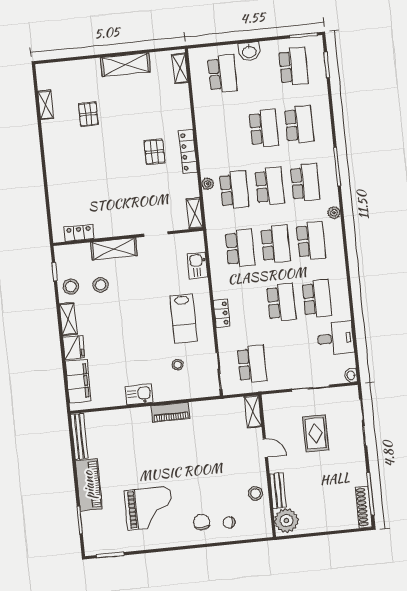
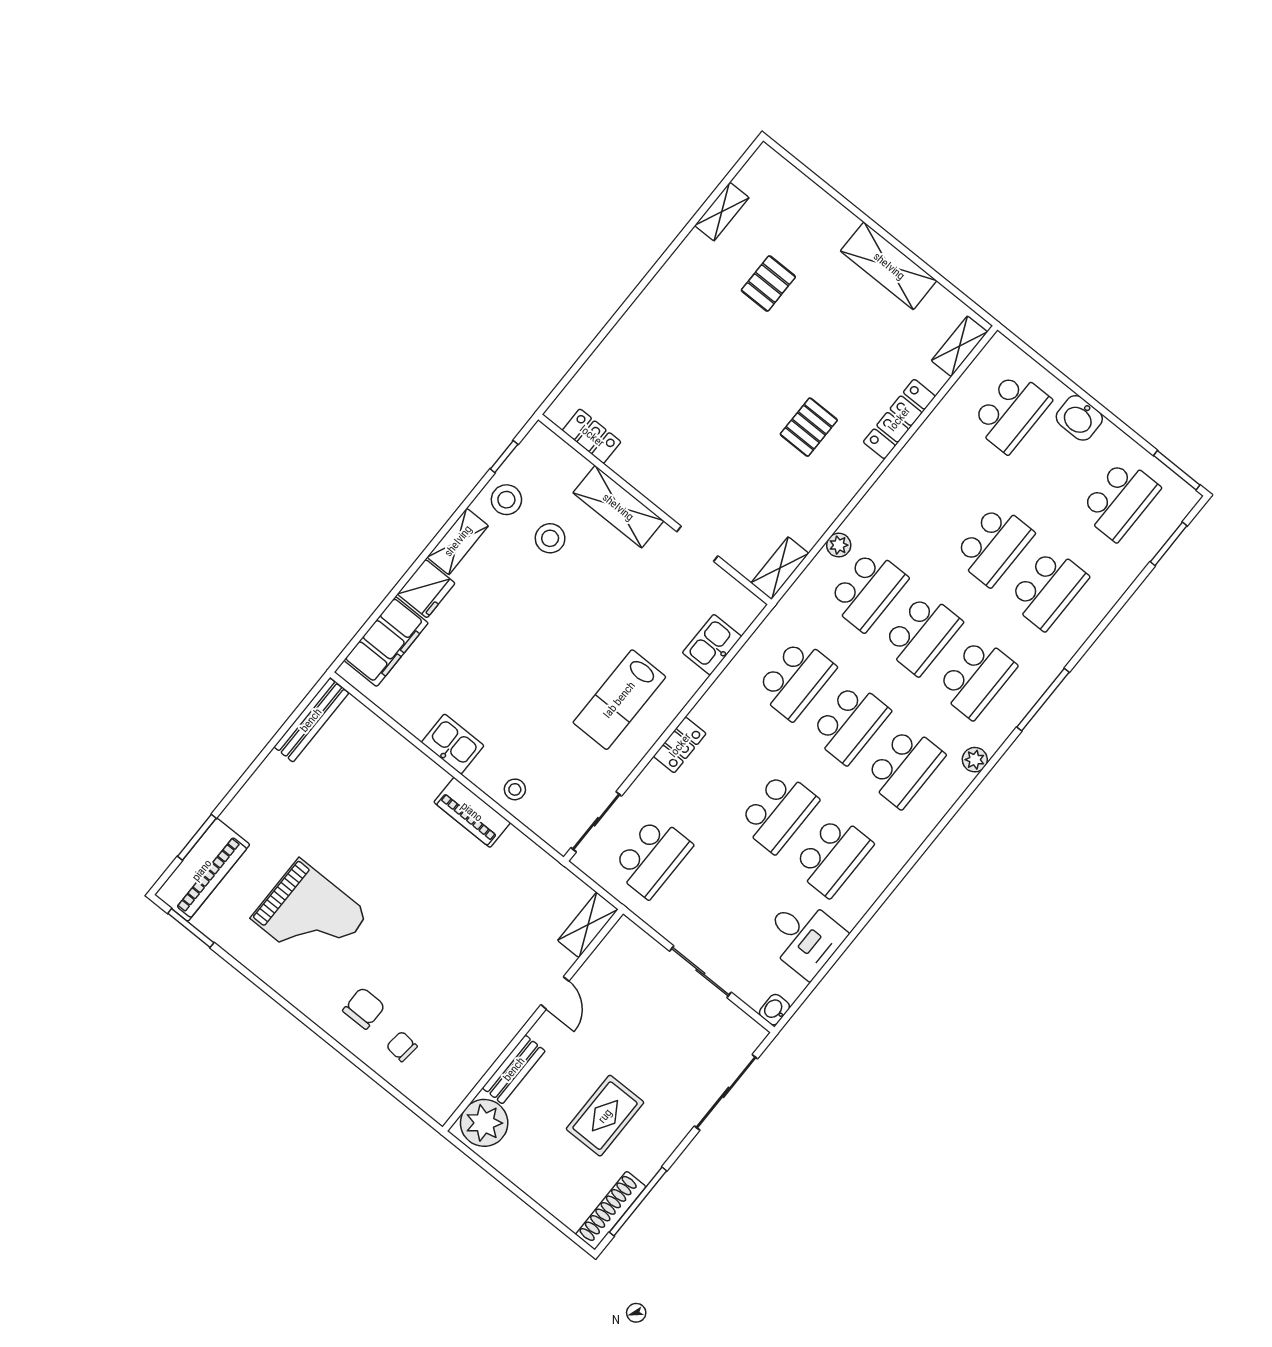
locker: (188, 152) -> (899, 419), moved
stool: (178, 365) -> (515, 789), moved
rug: (315, 433) -> (605, 1116), moved
piano: (89, 485) -> (202, 870), moved
stool: (255, 493) -> (479, 1042), removed

